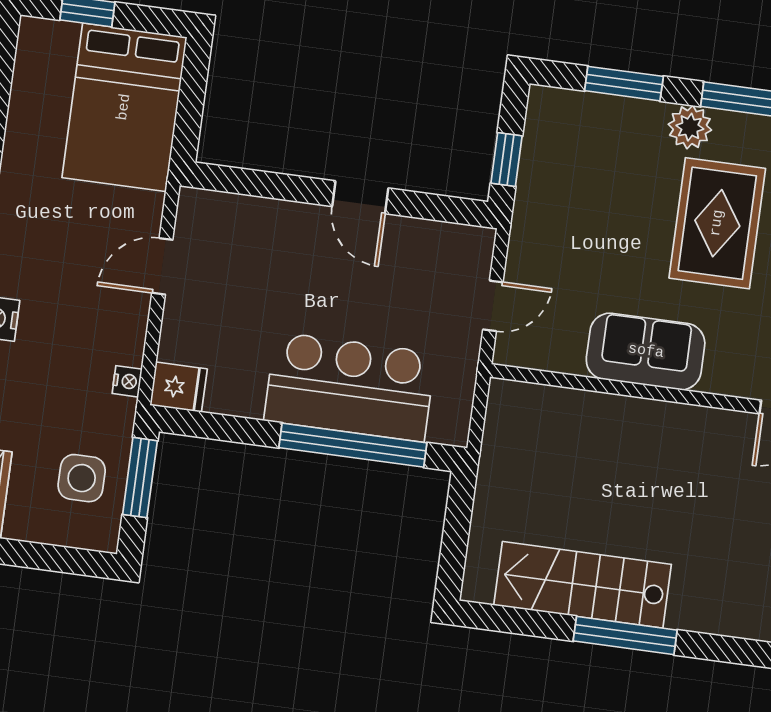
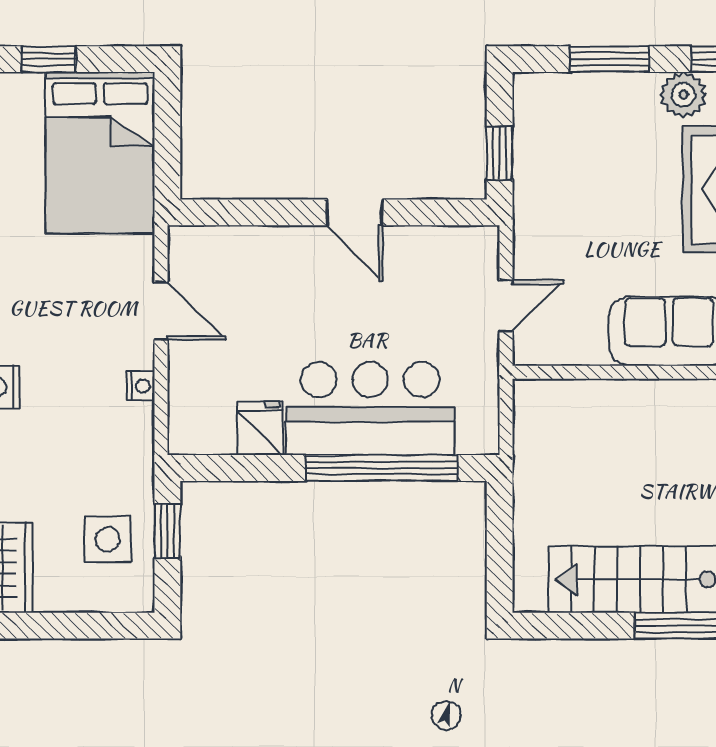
door: (162, 266) -> (161, 311), swing flipped
nightstand: (127, 381) -> (141, 386), moved
fridge: (179, 387) -> (260, 428), moved, turned -90
window: (140, 478) -> (167, 531), width x0.67

